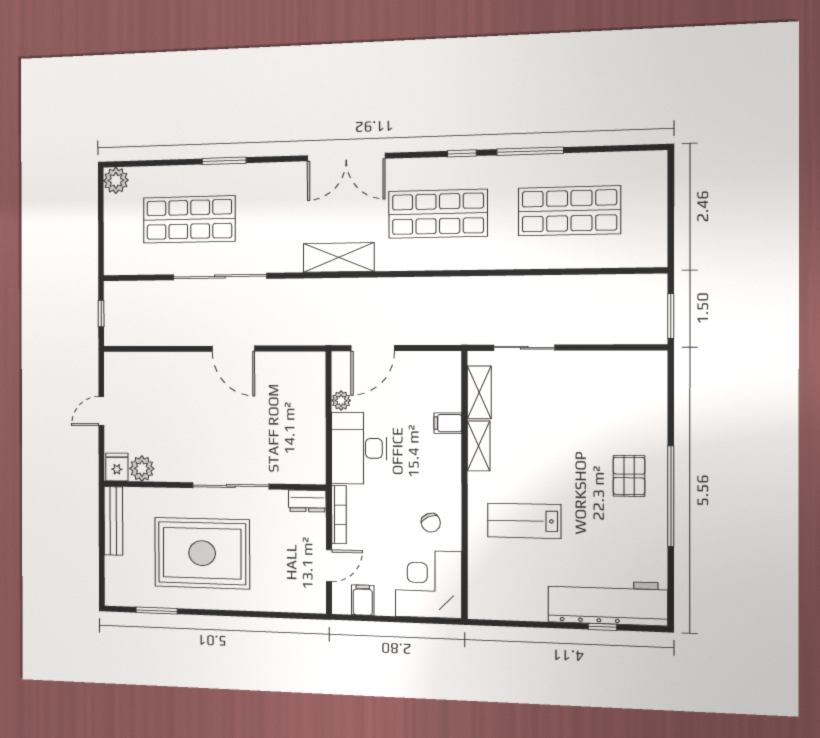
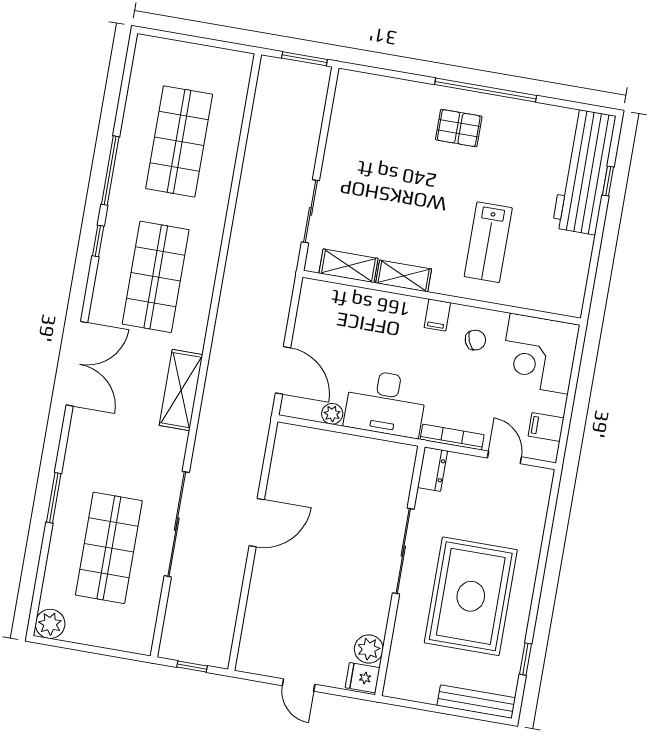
filing cabinet: (448, 423) -> (437, 315), moved
bench: (113, 521) -> (476, 702), moved
window: (157, 611) -> (525, 659), width x0.67

